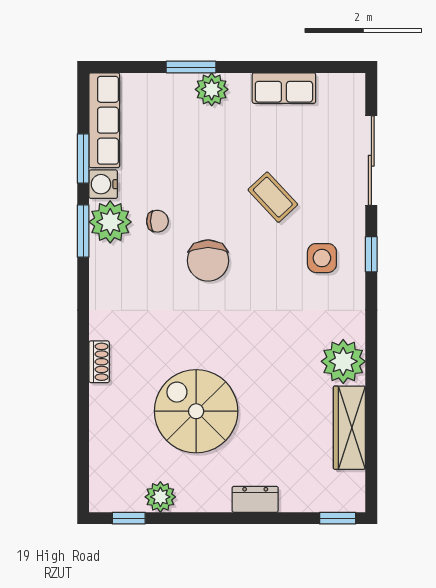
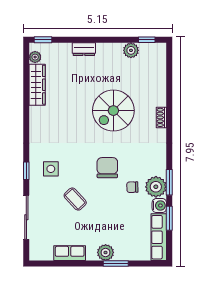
plant: (343, 361) -> (35, 57), moved, width x0.53, depth x0.53
spiral stairs: (196, 411) -> (113, 111), moved, turned 90

